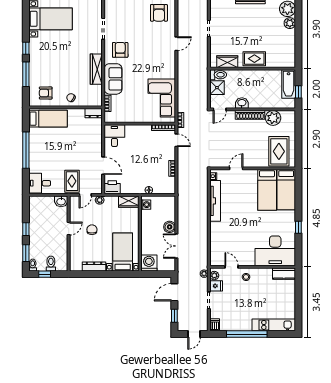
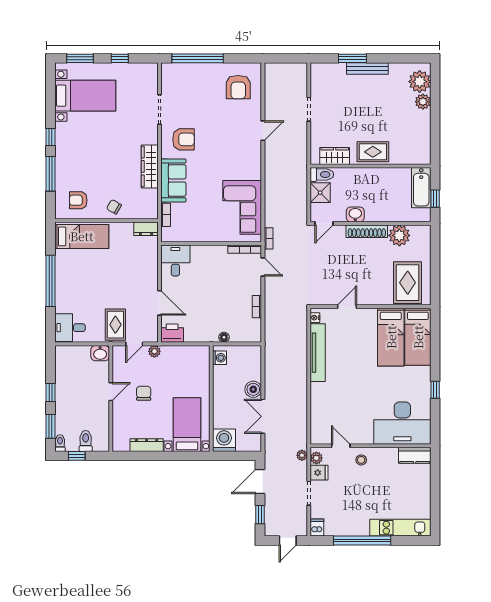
armchair: (120, 50) -> (183, 139), turned 90
wardrobe: (129, 202) -> (196, 354), removed

